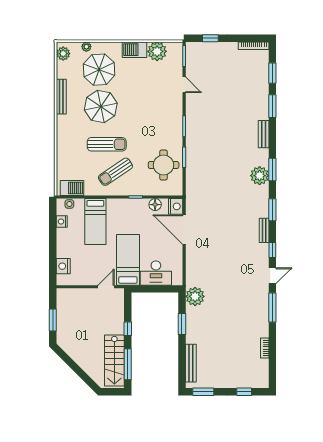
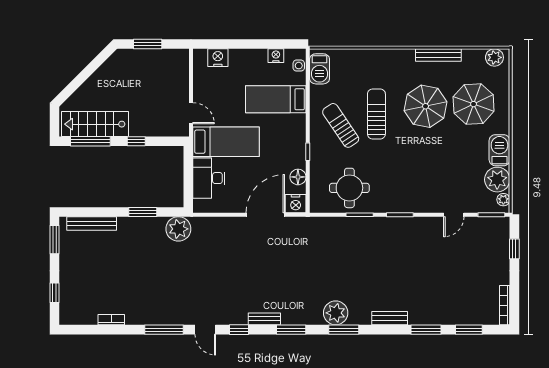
plant: (86, 47) -> (503, 200), moved
sun lounger: (107, 144) -> (376, 114), turned 180

